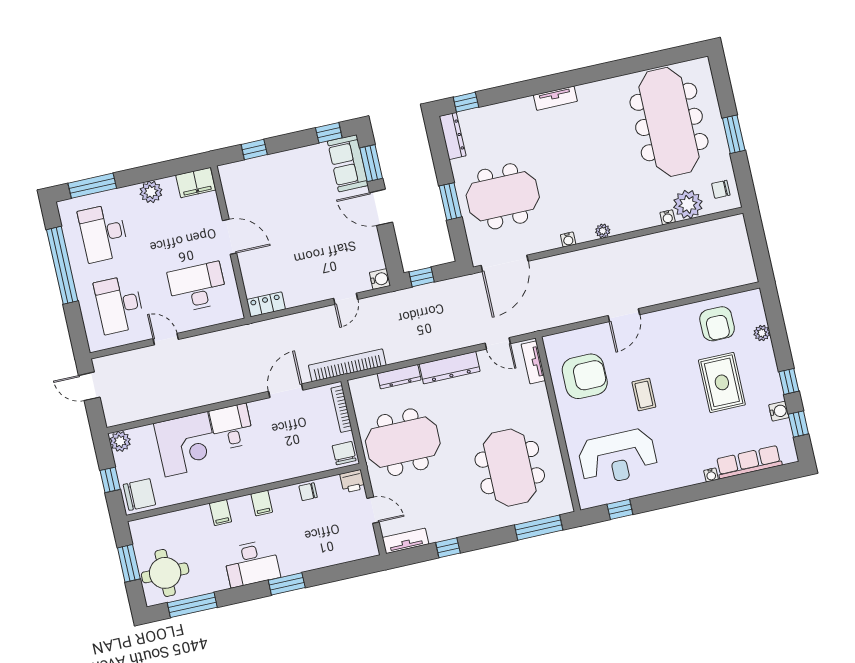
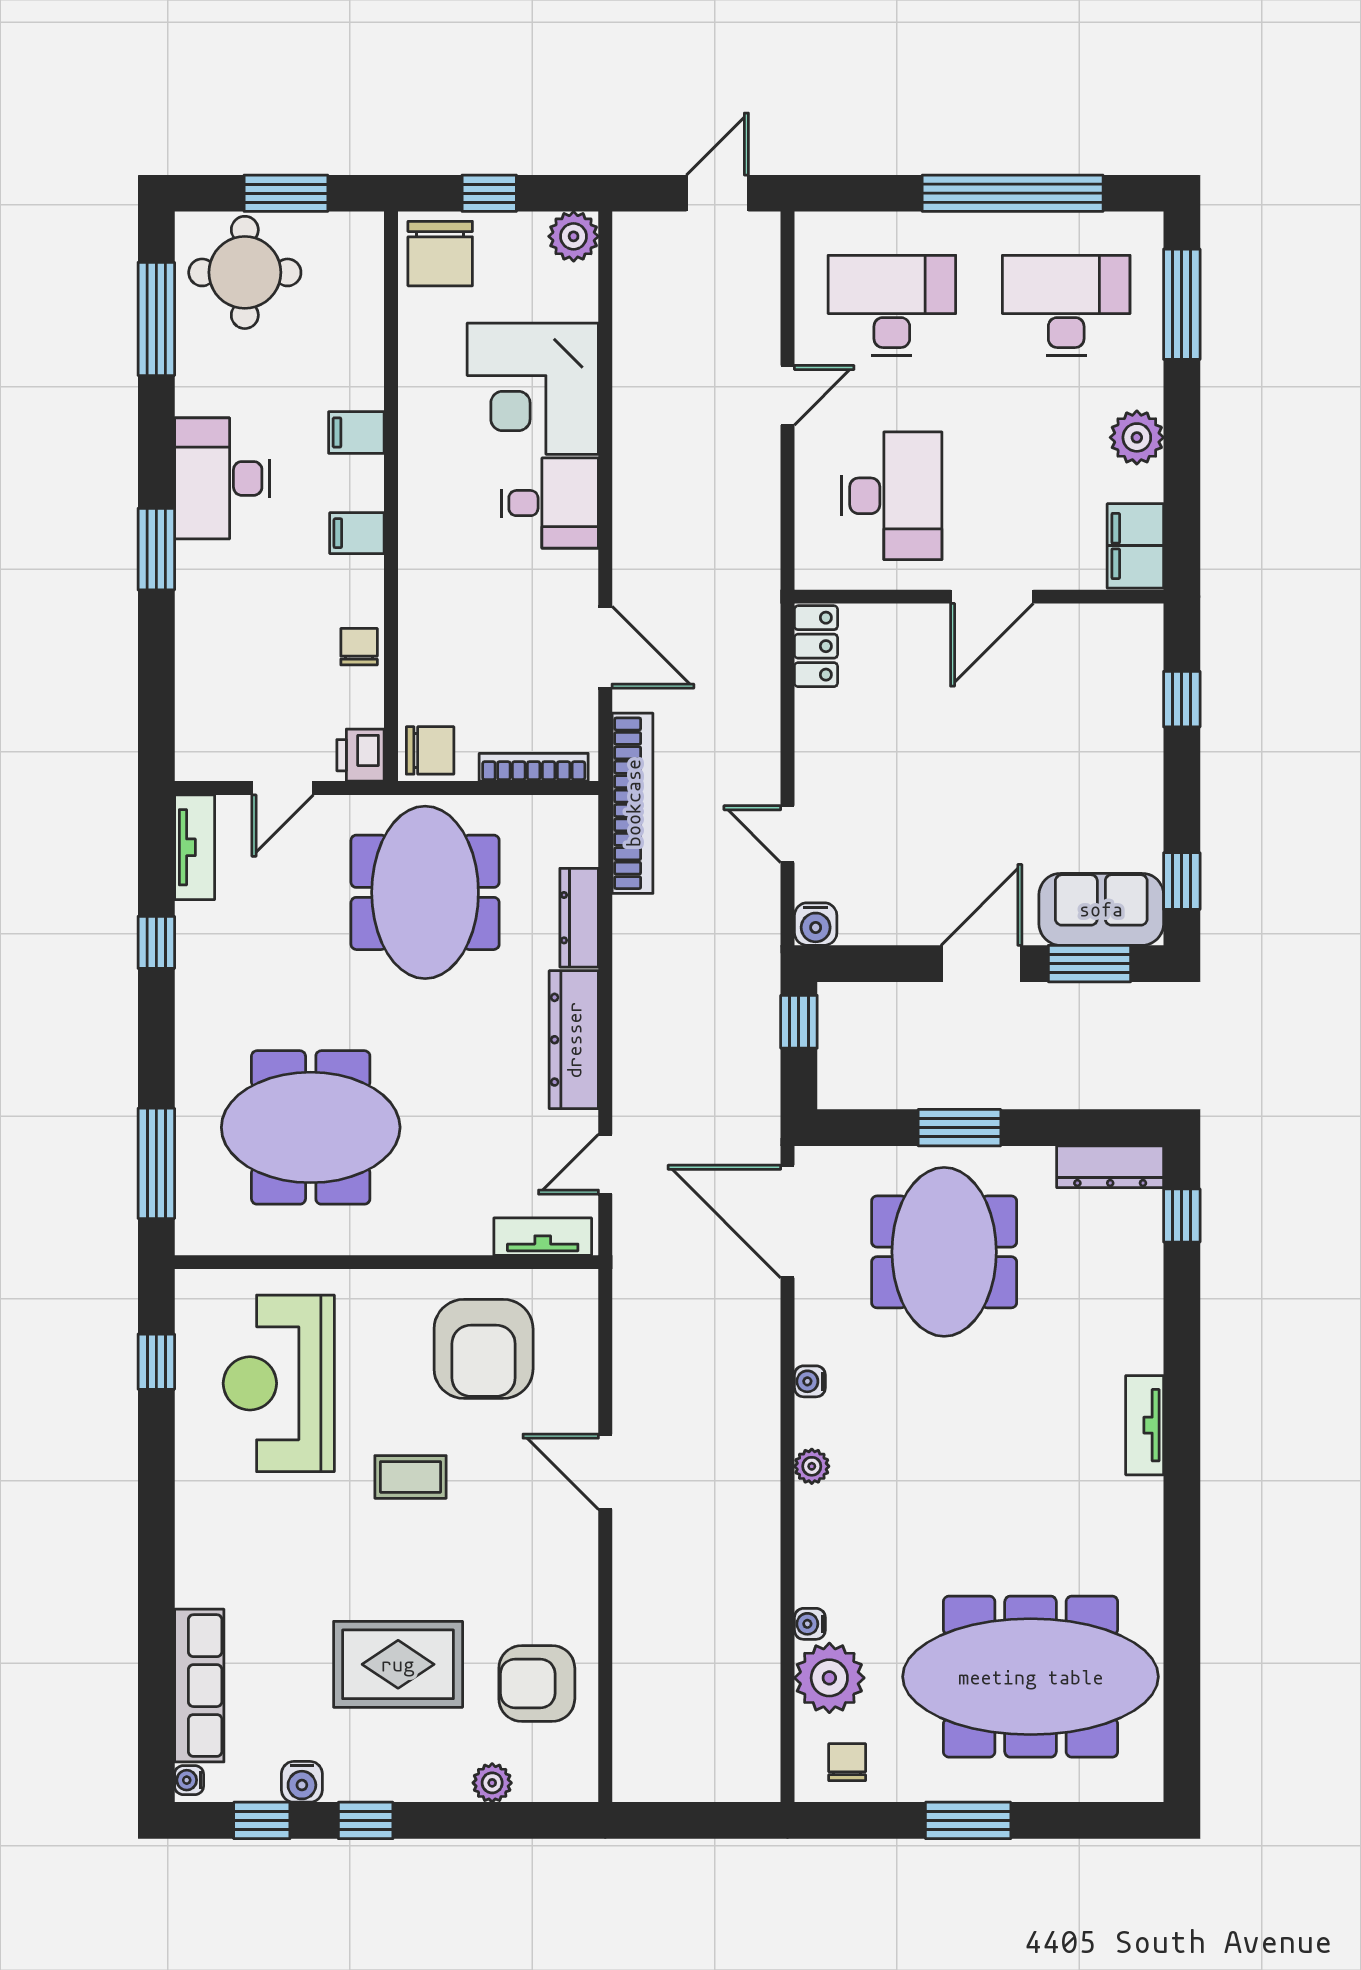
water cooler: (711, 475) -> (189, 1780), moved

